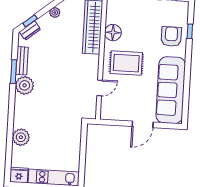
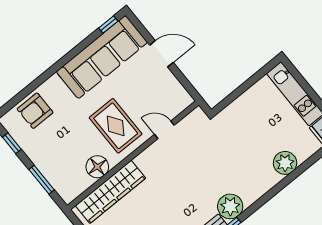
window: (190, 31) -> (108, 25), moved
armchair: (171, 37) -> (35, 111), moved

